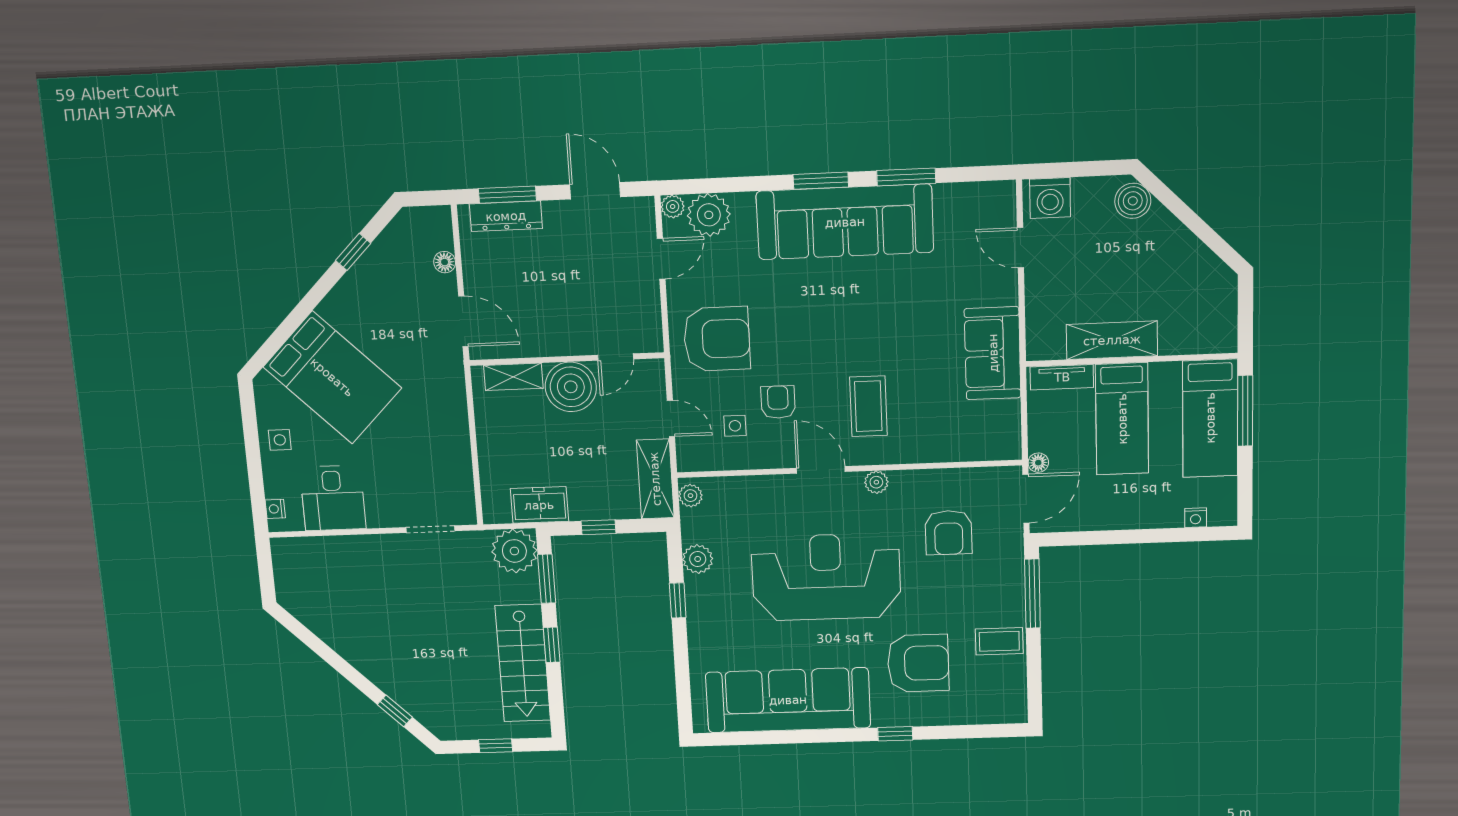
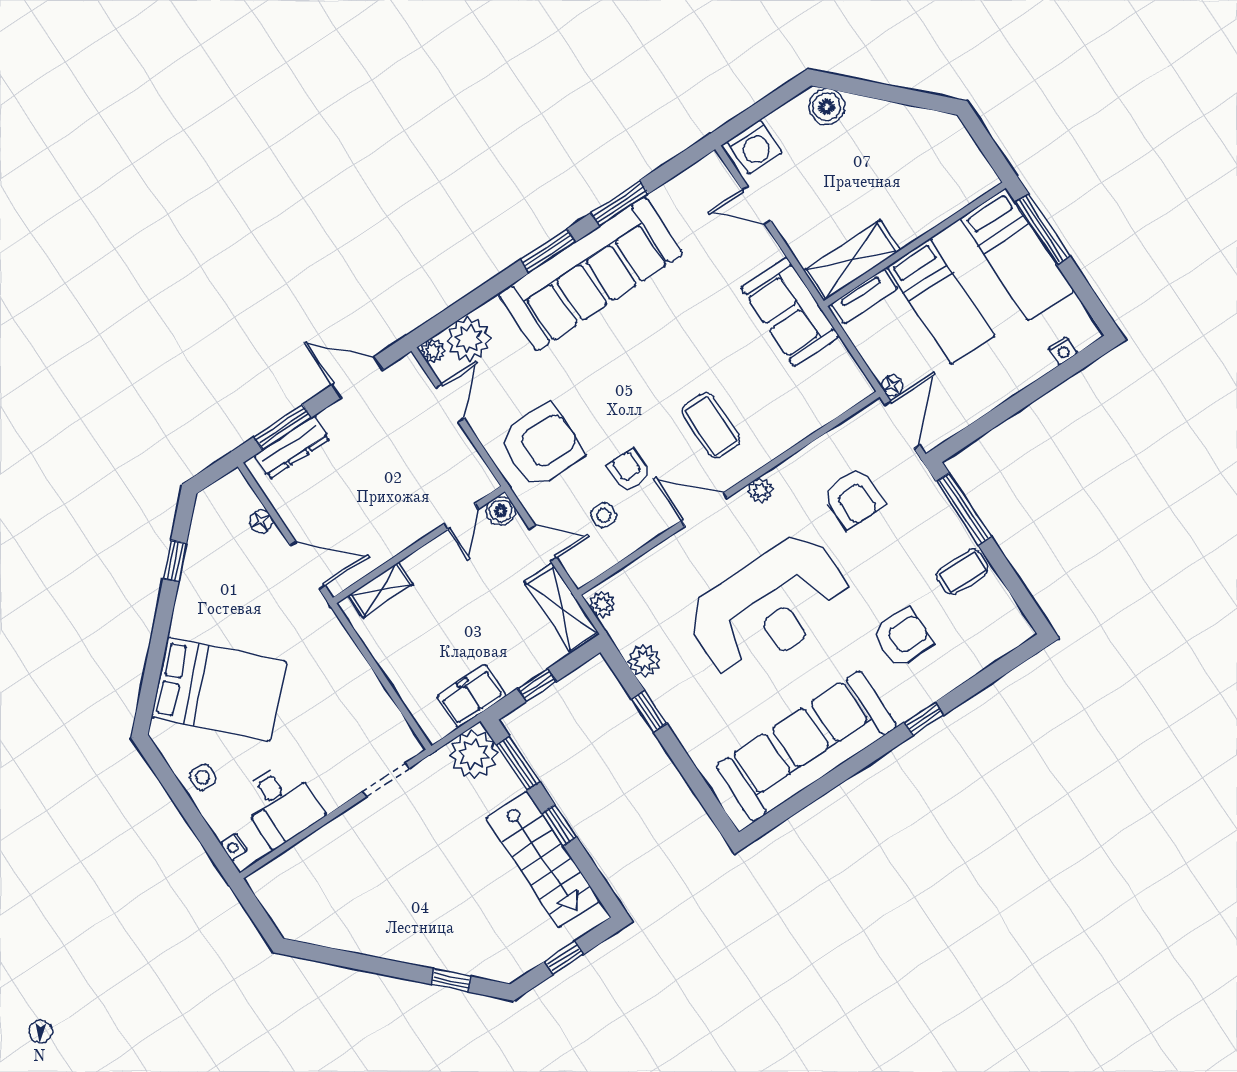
shelving: (1112, 340) -> (852, 261), moved
boiler: (571, 387) -> (501, 511), moved, width x0.54, depth x0.54
reception desk: (826, 577) -> (770, 607), turned 180
armchair: (918, 663) -> (902, 638), width x0.73, depth x0.73

